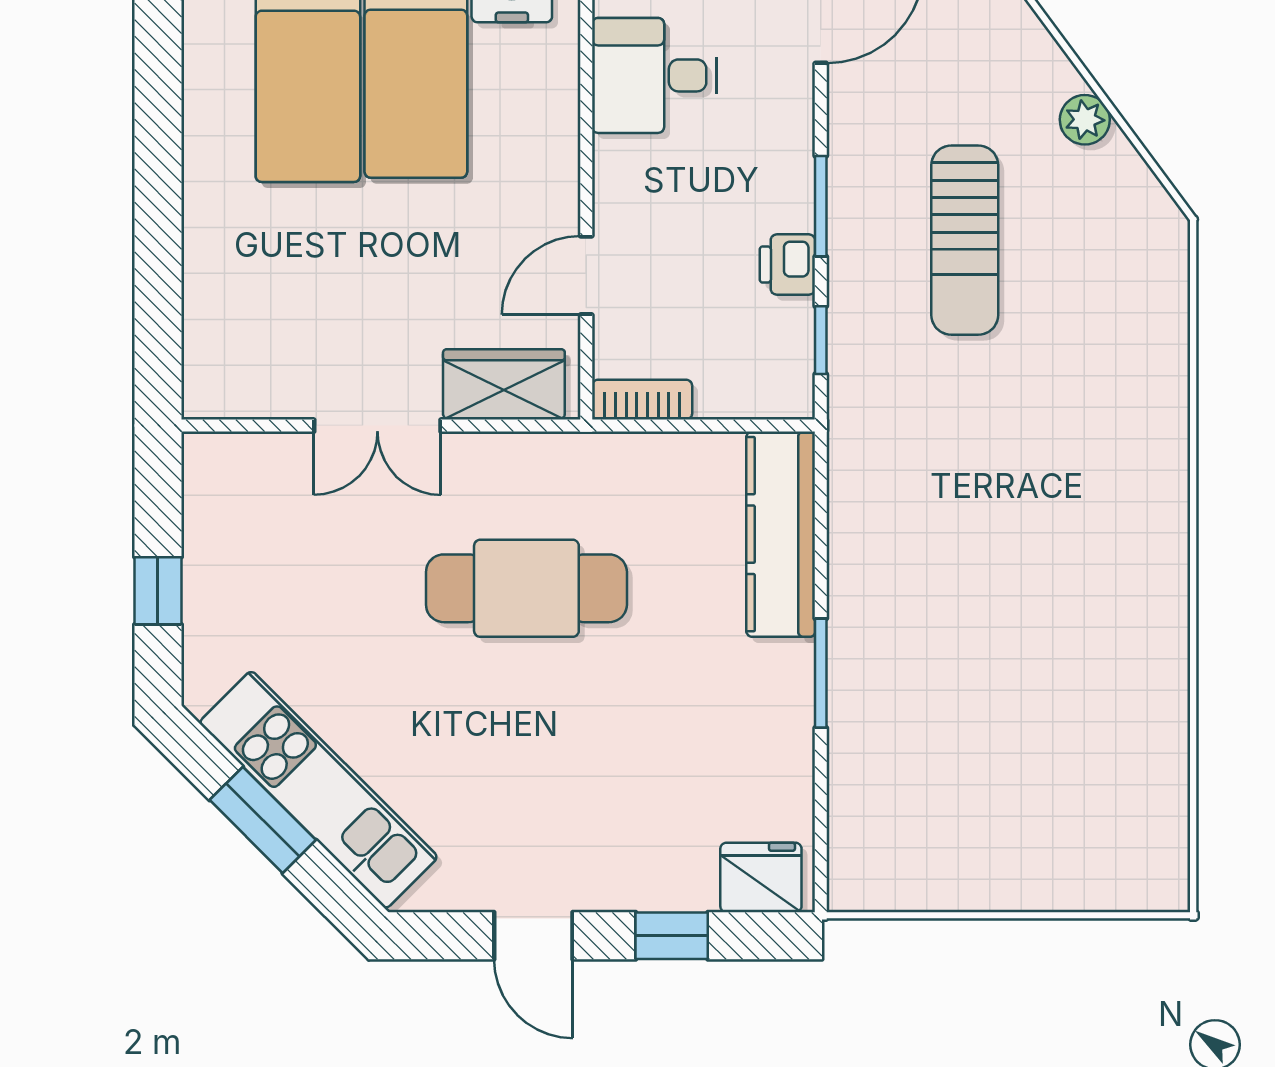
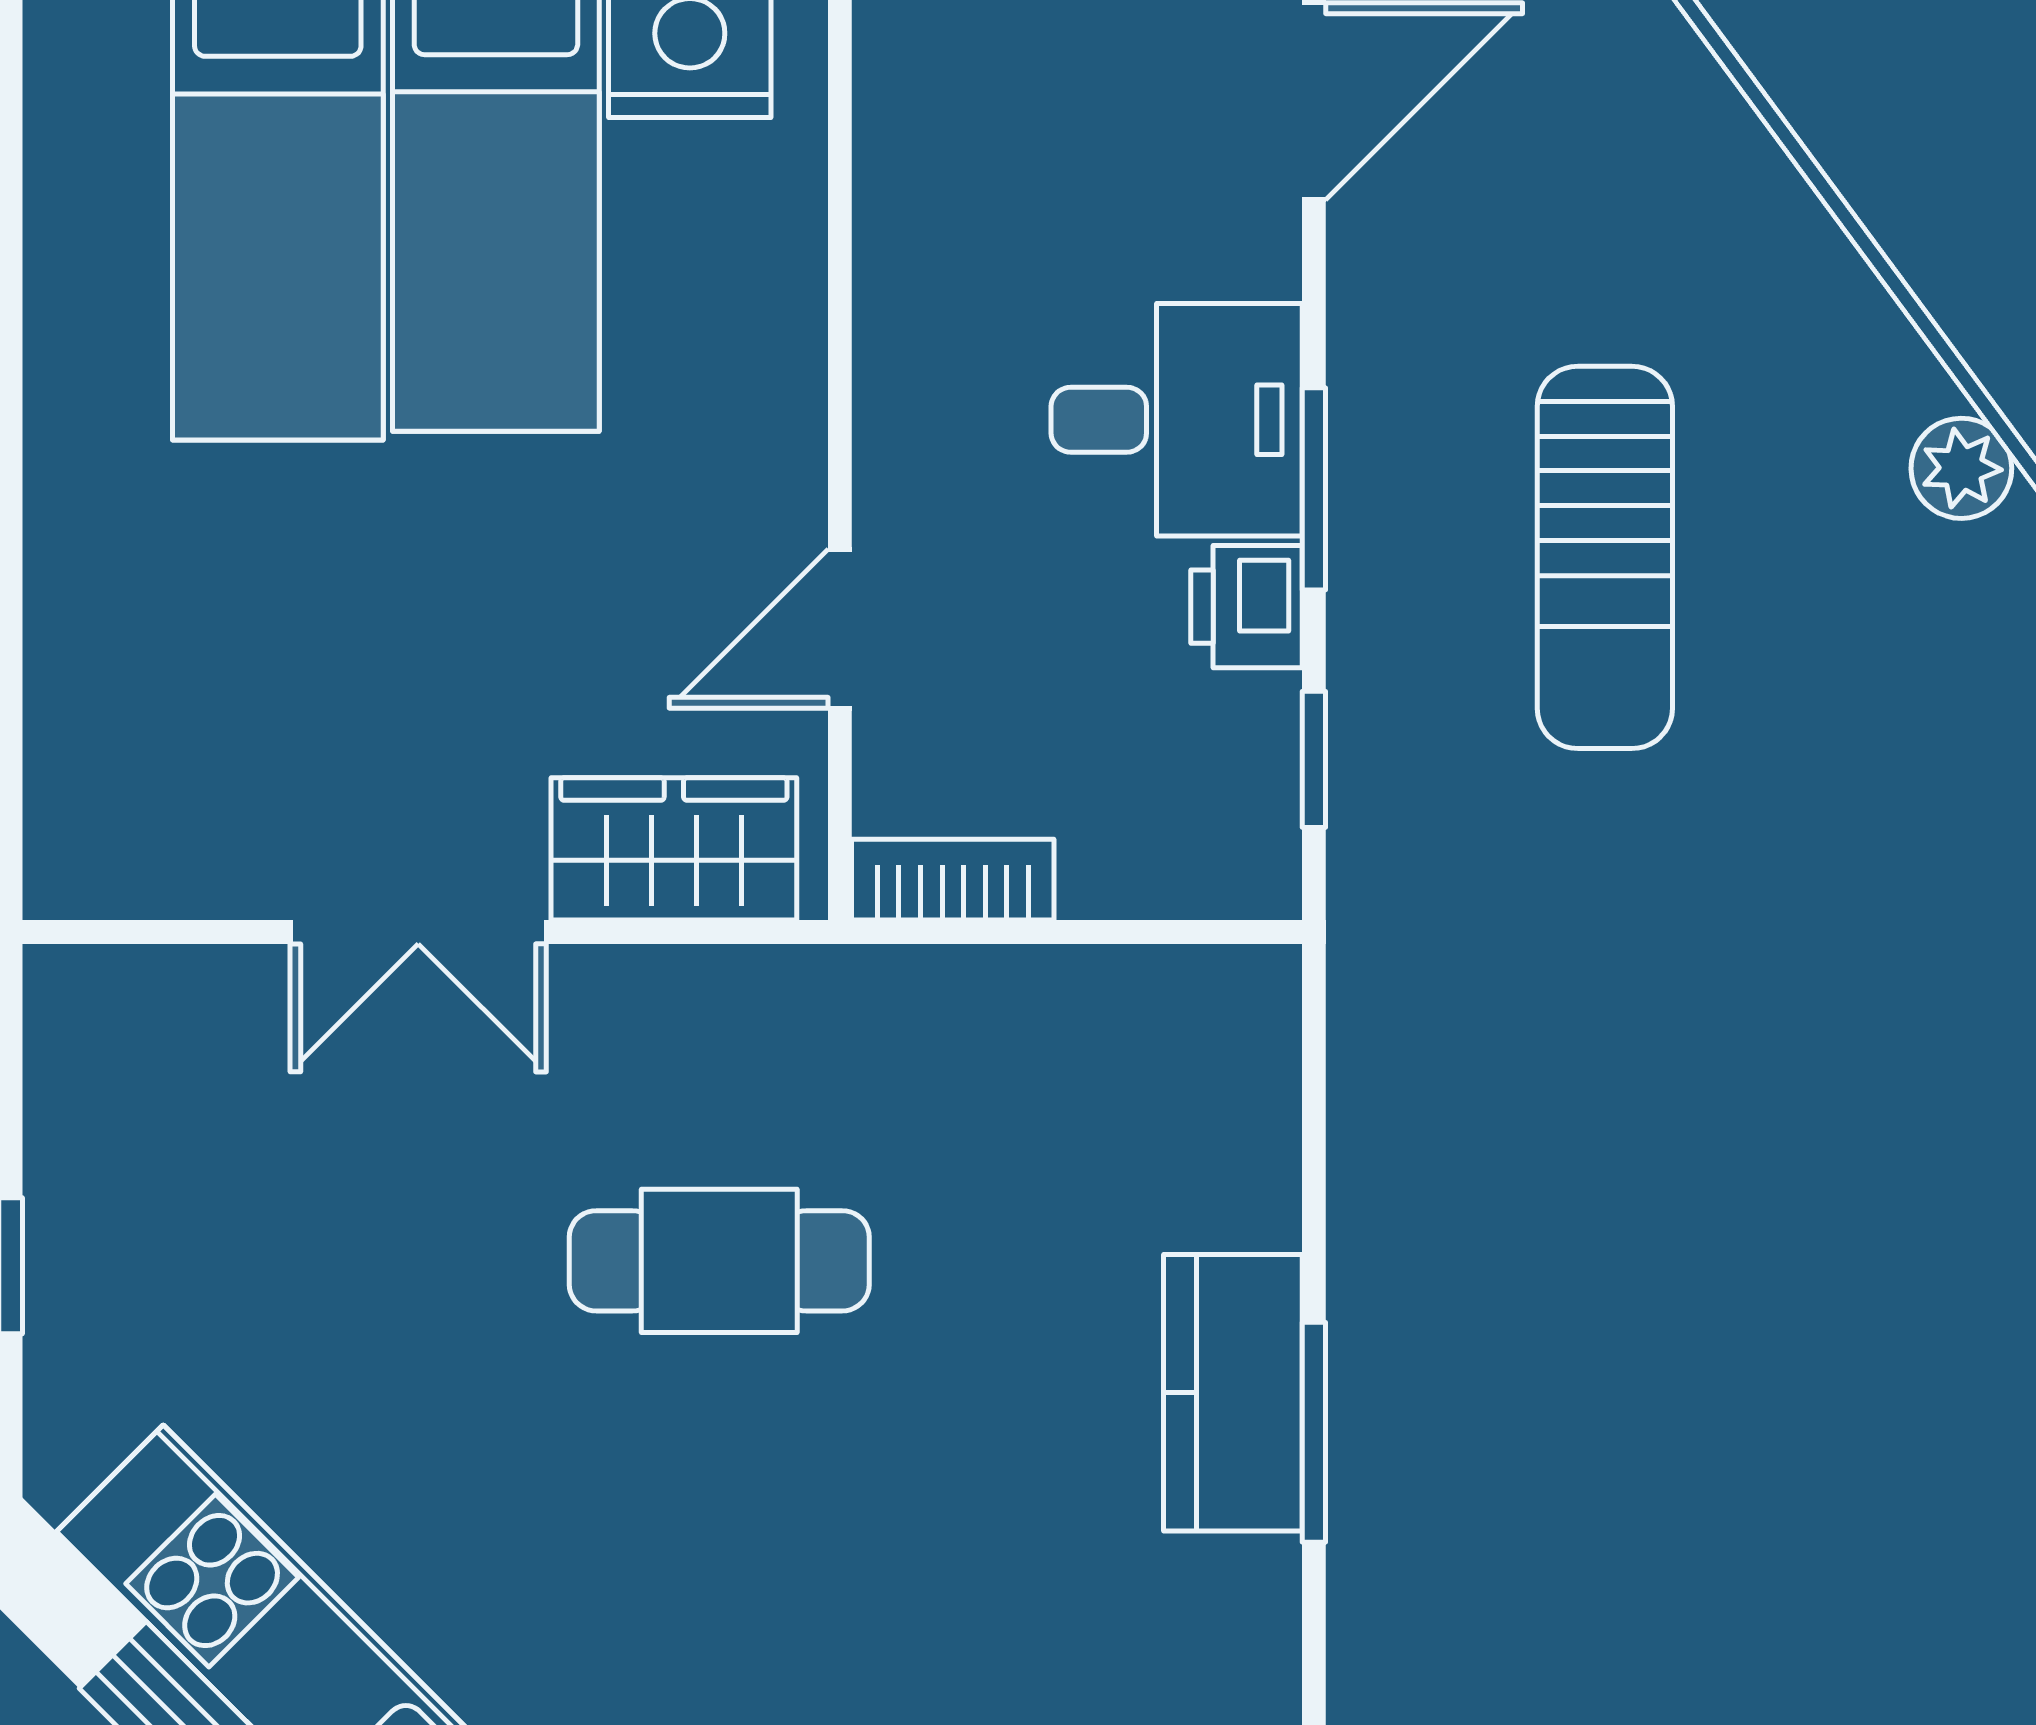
desk: (654, 75) -> (1177, 420), moved, turned 180
plant: (1085, 120) -> (1961, 468), moved
kitchen counter: (781, 534) -> (1233, 1393), moved, width x0.67
cafe table: (526, 588) -> (719, 1261), width x0.73, depth x0.74

